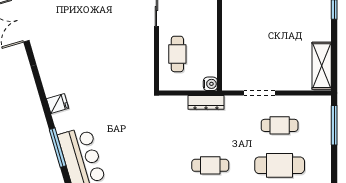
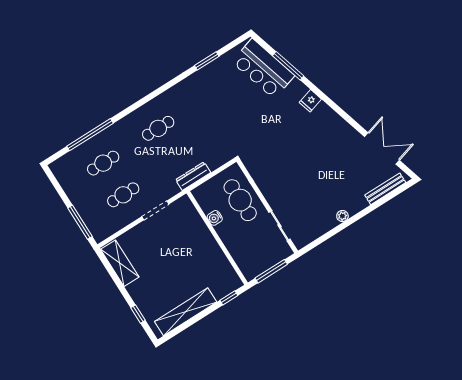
cafe table: (177, 54) -> (240, 200), width x1.37, depth x1.35
water cooler: (210, 84) -> (215, 218), moved
cafe table: (280, 165) -> (103, 163), width x0.73, depth x0.74

